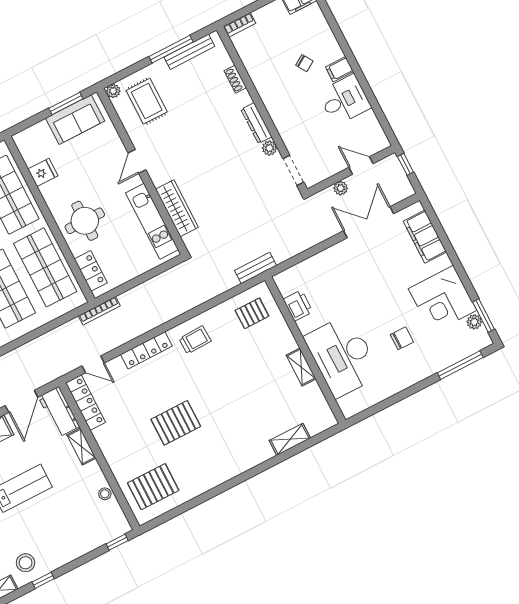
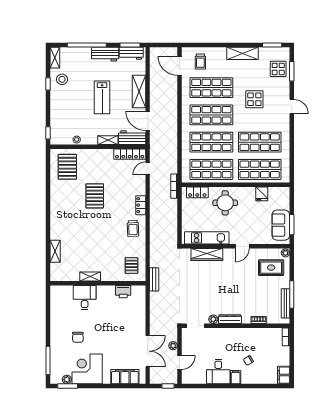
door: (137, 161) -> (242, 246), swing flipped
locker: (146, 350) -> (141, 205), width x0.66
desk: (342, 356) -> (85, 298), width x0.53, depth x0.77

